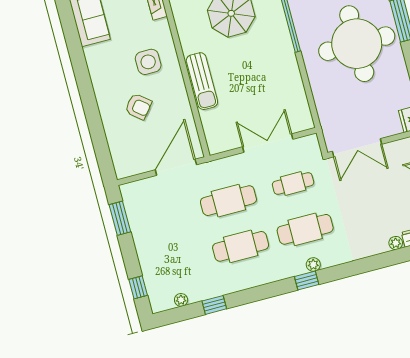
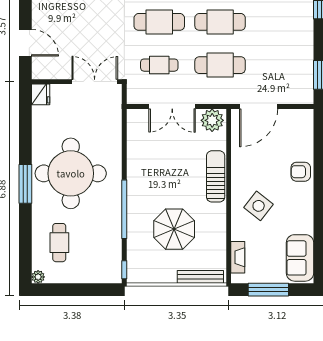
side table: (148, 62) -> (259, 206), turned 38
armchair: (138, 106) -> (301, 172), moved, turned -39
plant: (221, 140) -> (212, 120), added

